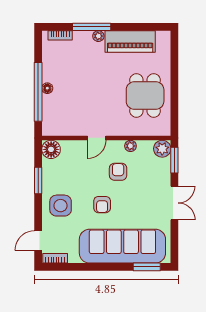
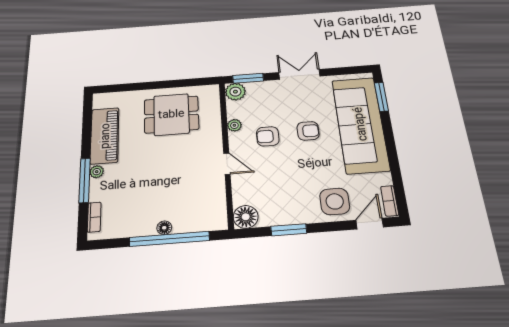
armchair: (102, 205) -> (308, 131), moved
side table: (61, 206) -> (335, 201), moved
door: (38, 241) -> (370, 224), swing flipped

